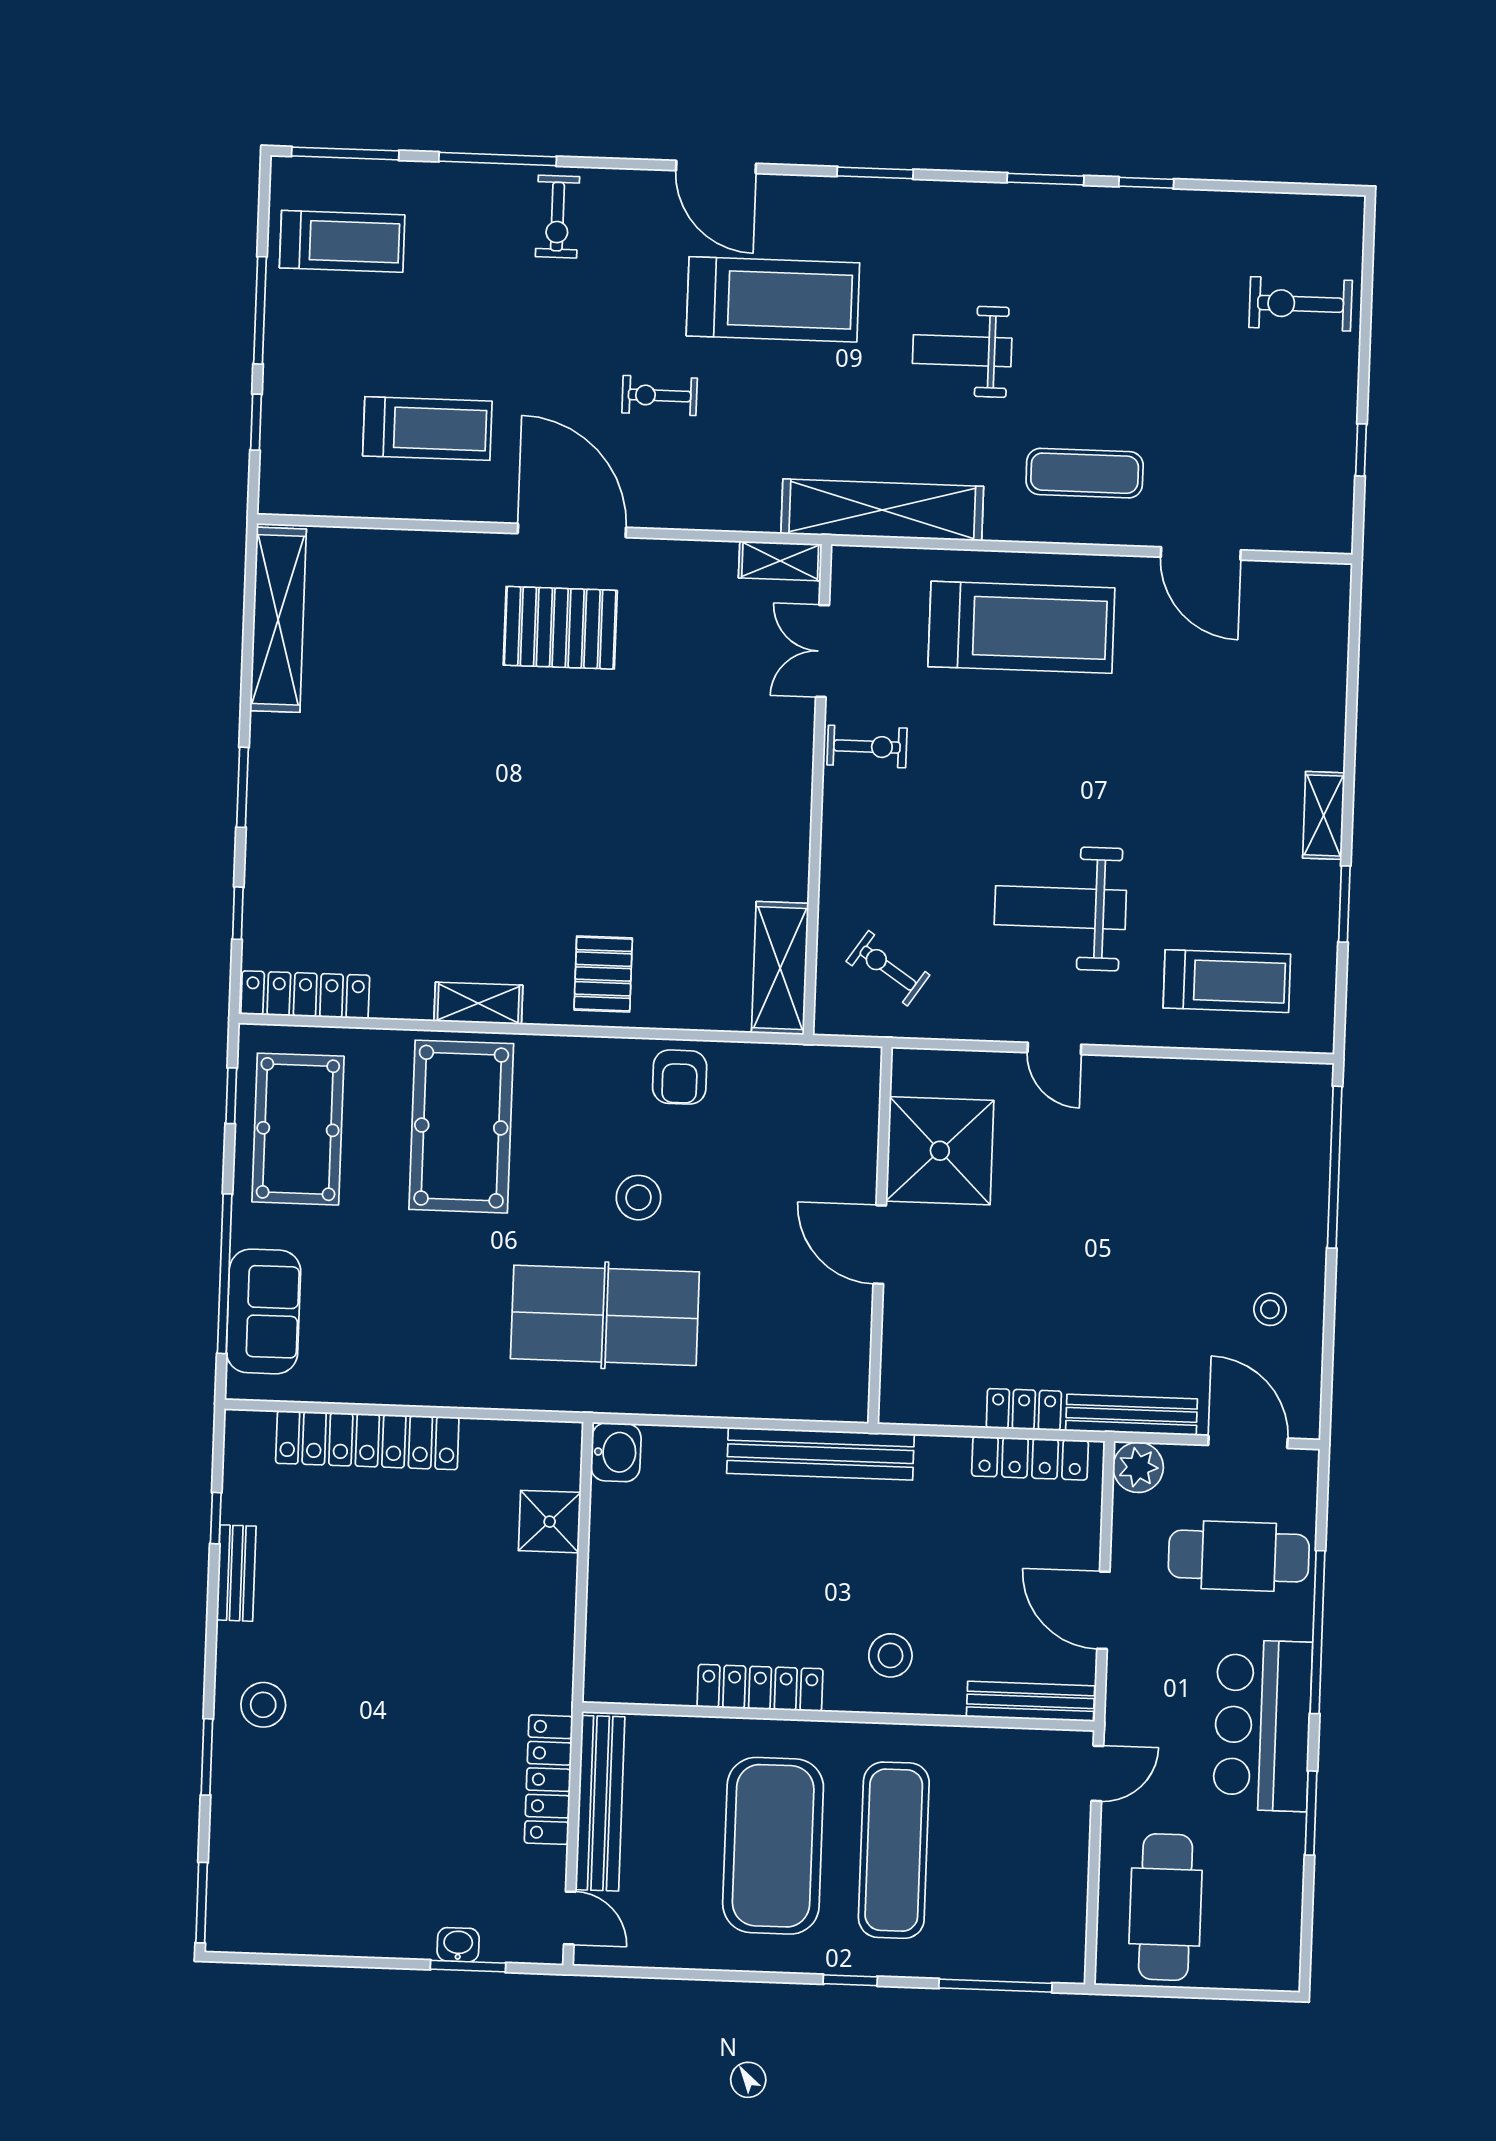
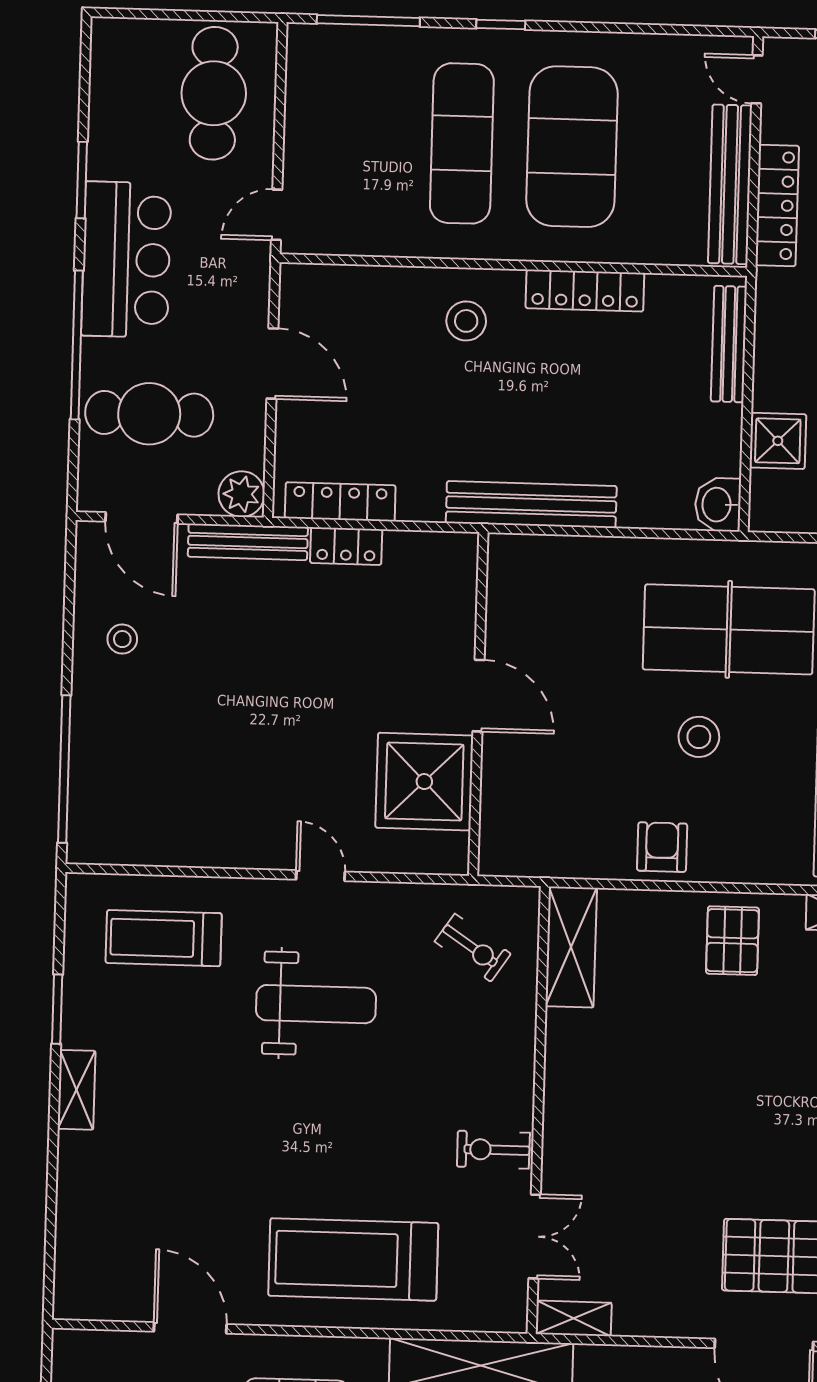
bench: (1031, 1701) -> (729, 344), moved, turned 90

